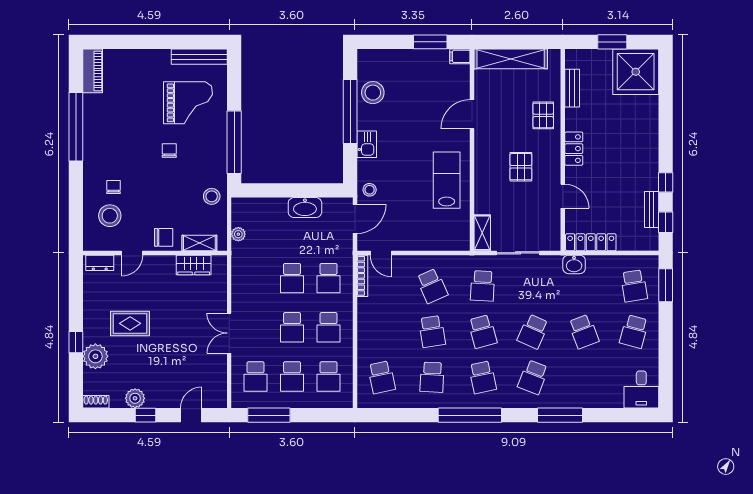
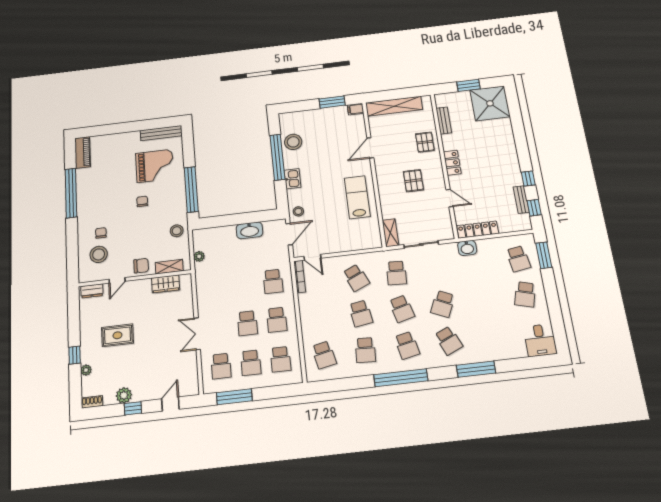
school desk: (292, 278) -> (244, 285), removed
school desk: (584, 332) -> (484, 299), removed
plant: (95, 356) -> (86, 370), width x0.53, depth x0.53
school desk: (533, 377) -> (449, 341), turned -45

